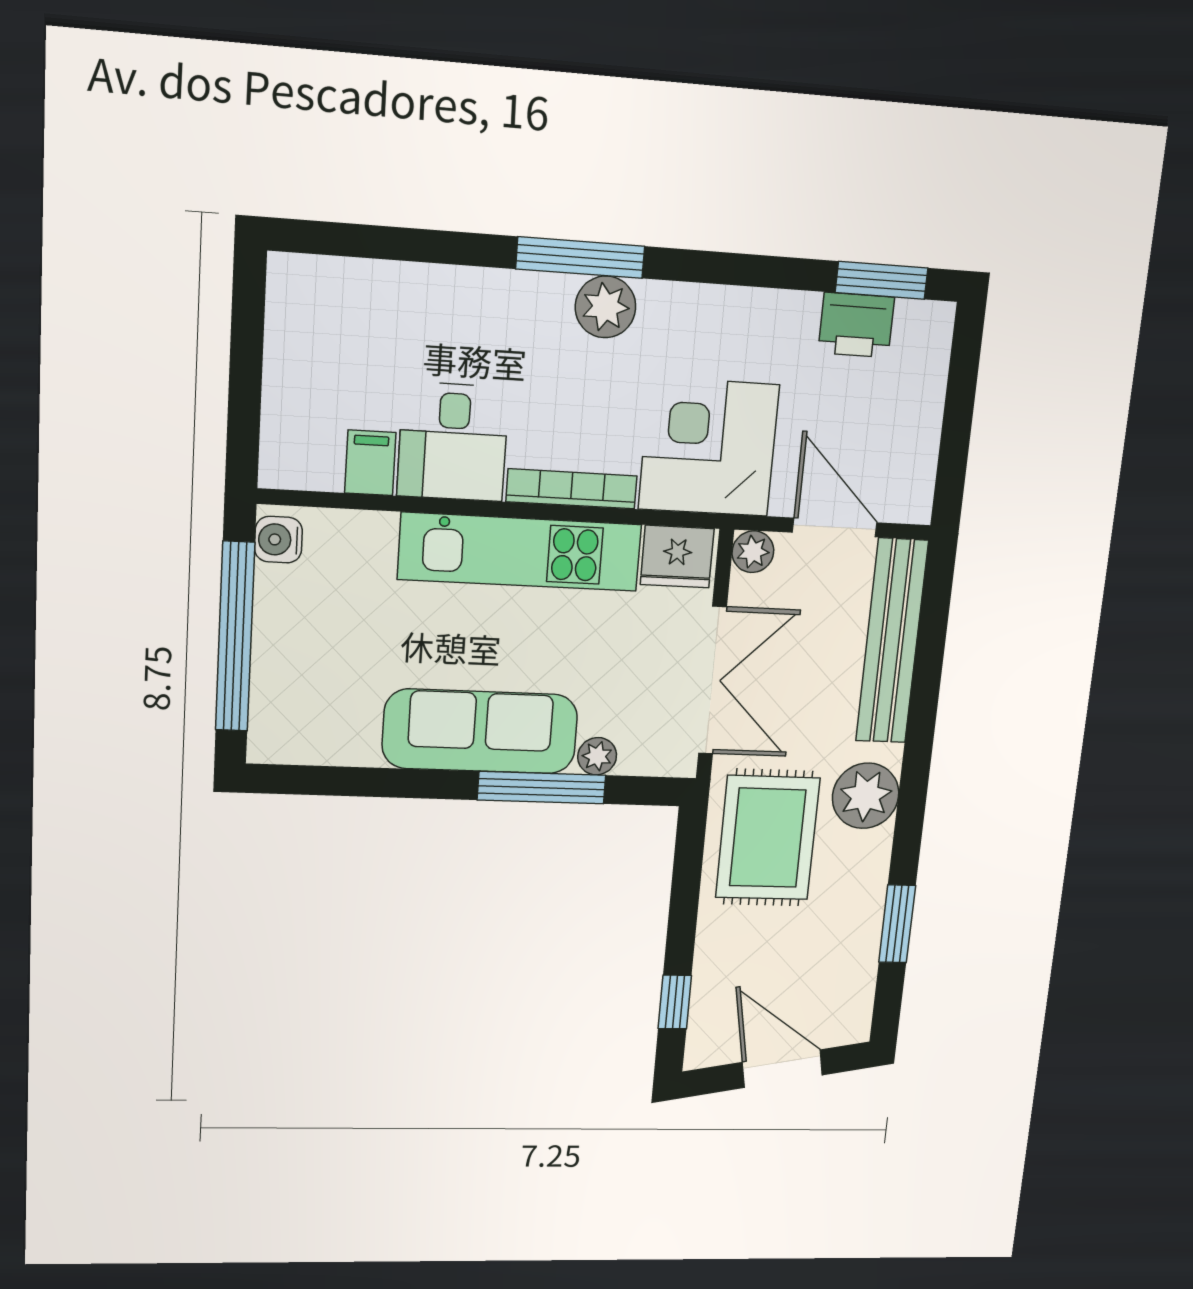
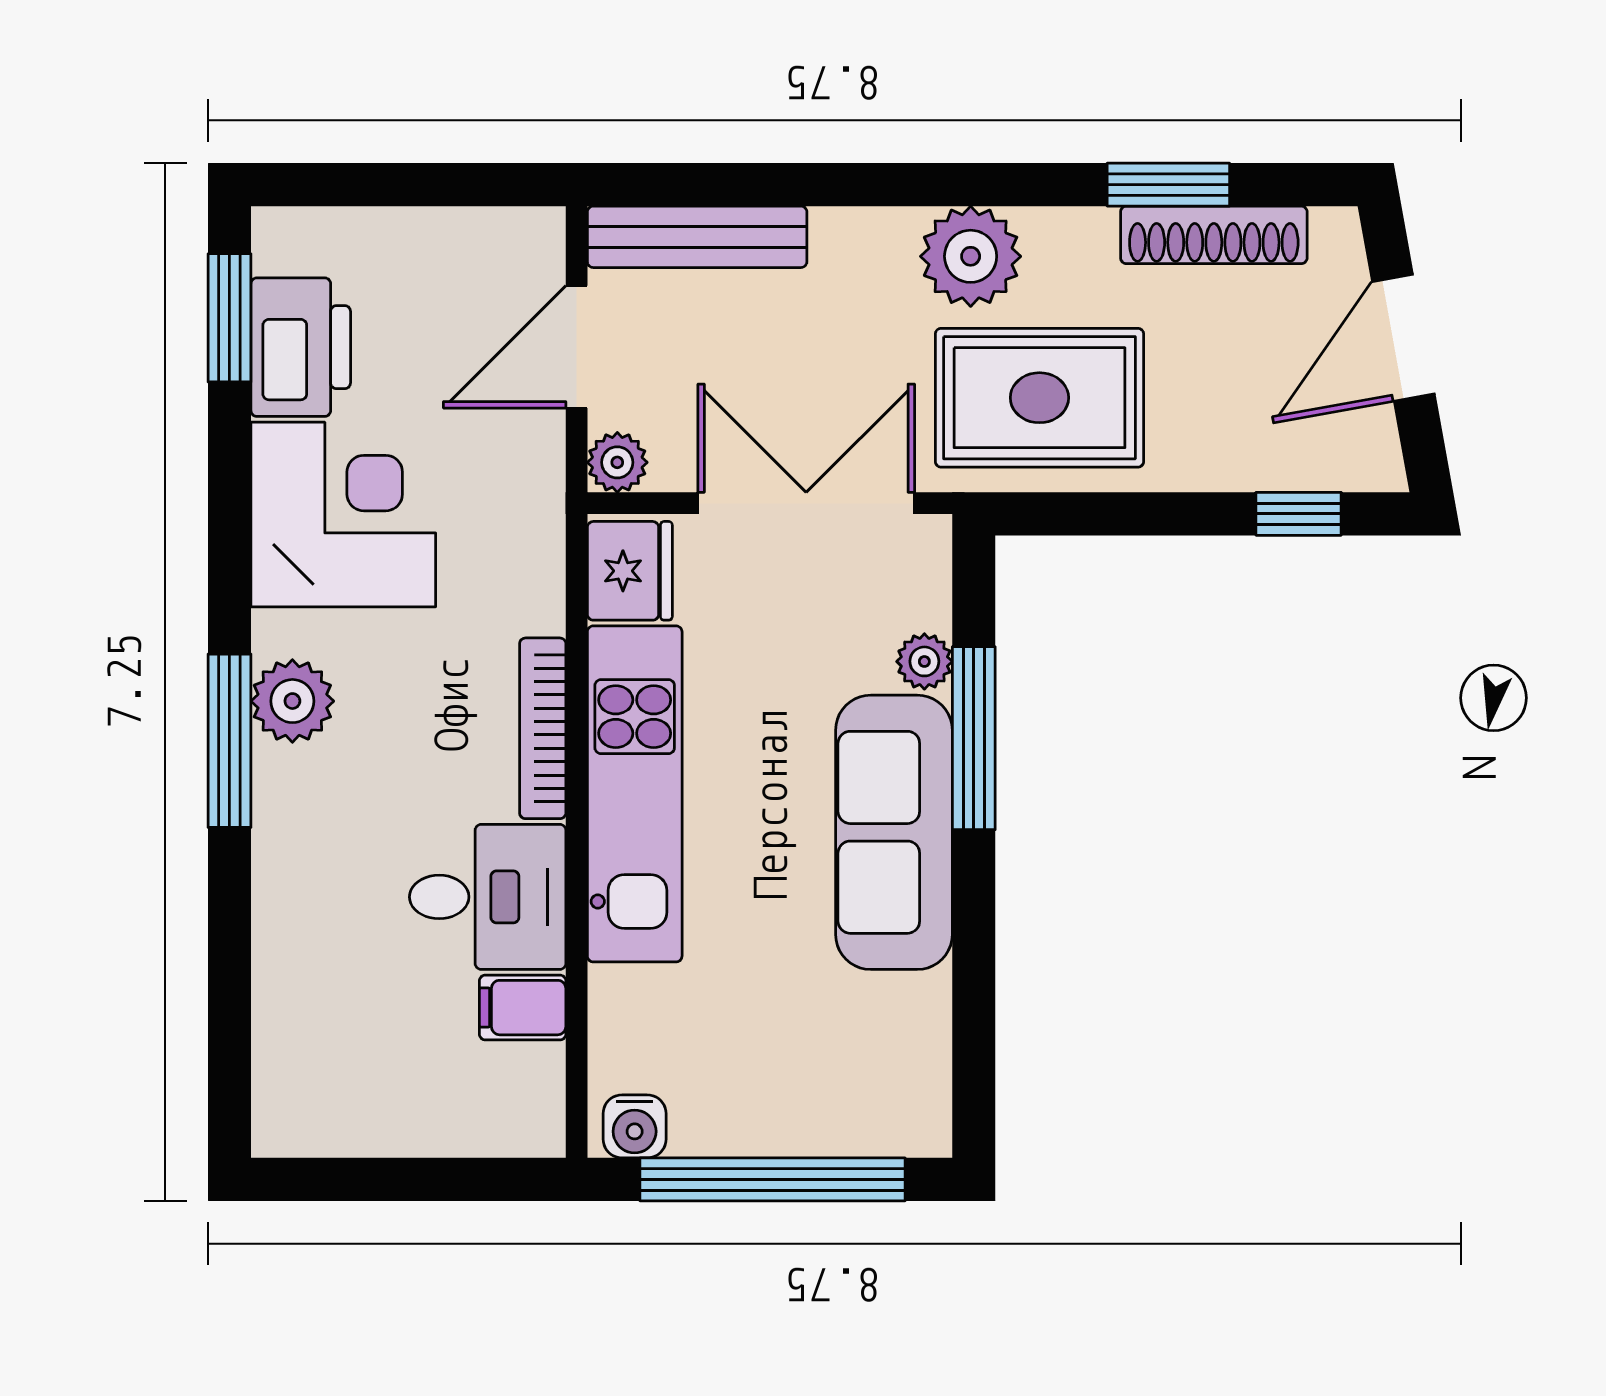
printer: (856, 325) -> (301, 347), width x1.37, depth x1.19
corner desk: (709, 447) -> (343, 515), moved, turned 180
bench: (892, 641) -> (697, 237), width x0.73, depth x0.82
shoe rack: (862, 952) -> (1214, 235), added

